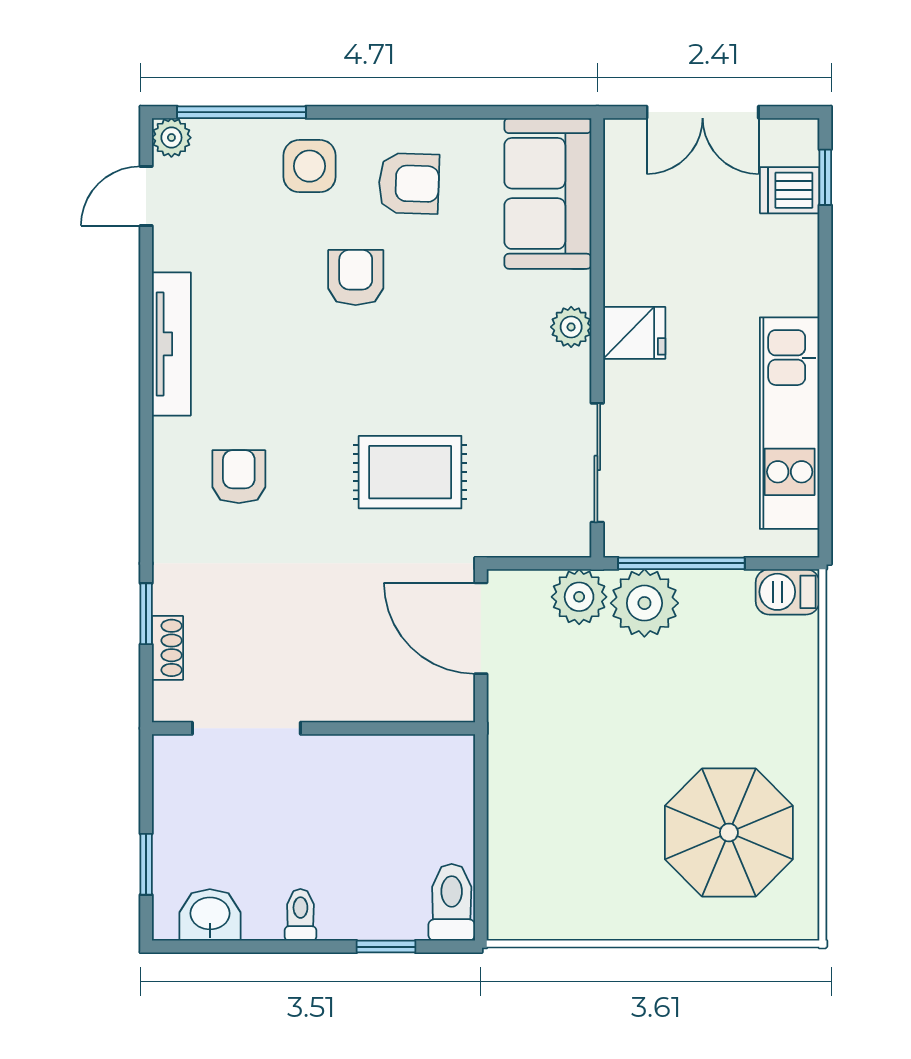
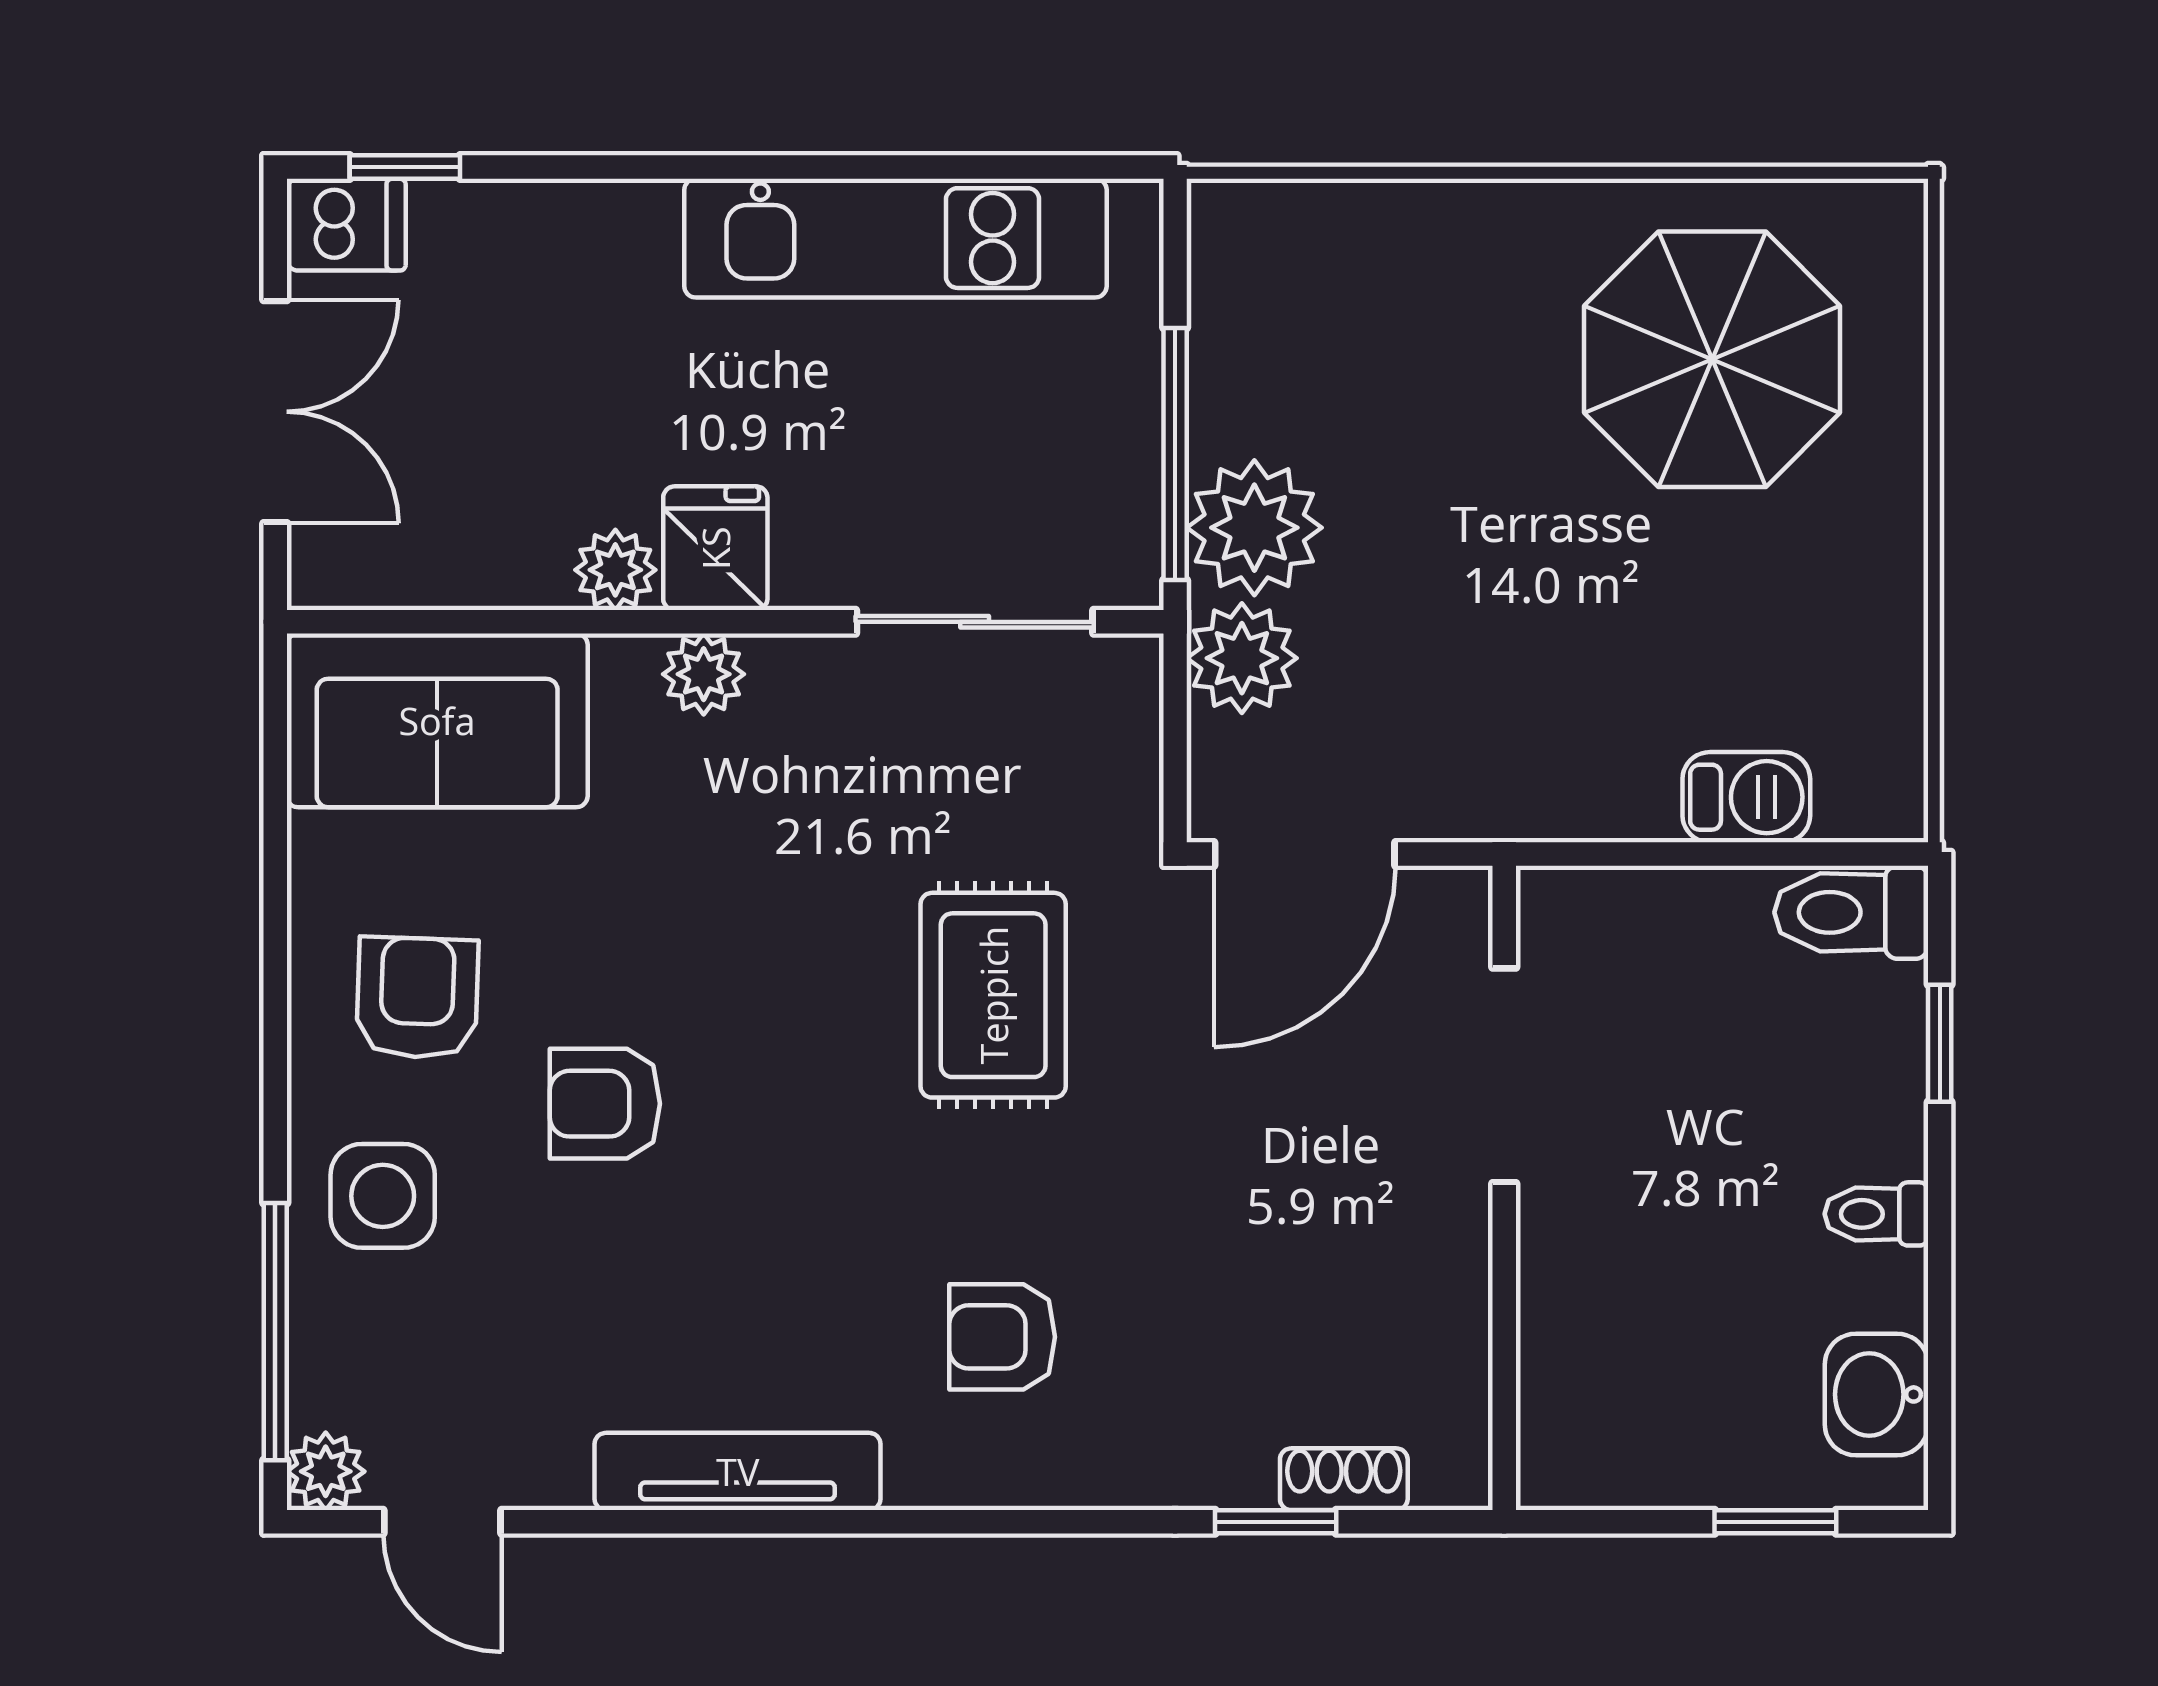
dishwasher: (790, 190) -> (346, 225), moved, turned -90
plant: (623, 283) -> (615, 570), added
barbecue: (788, 592) -> (1746, 797), moved, turned -90
doorway: (246, 728) -> (1504, 1075), moved

